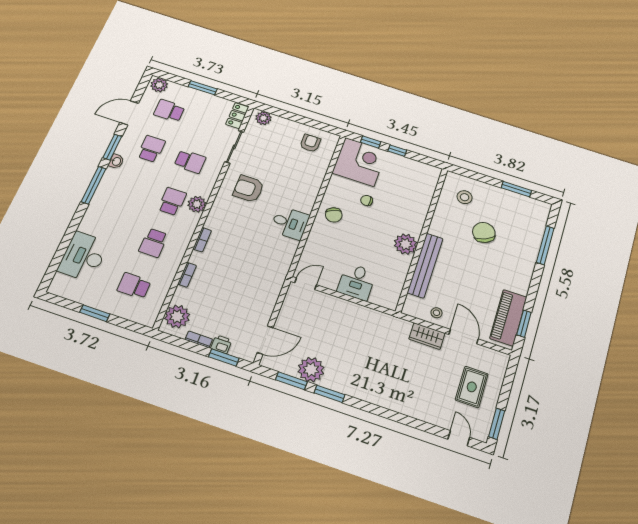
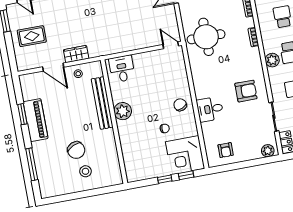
window: (516, 189) -> (71, 197), removed
stool: (465, 197) -> (85, 171), moved
desk: (290, 223) -> (210, 109), moved
round table: (258, 270) -> (206, 37), added
desk: (357, 282) -> (122, 69), moved
door: (306, 284) -> (171, 45), swing flipped
piano: (508, 318) -> (36, 120), moved
window: (524, 324) -> (22, 114), moved
rug: (472, 387) -> (32, 36), turned 90

